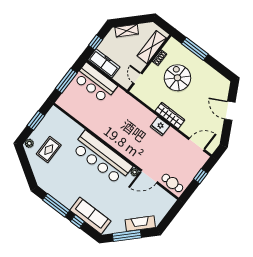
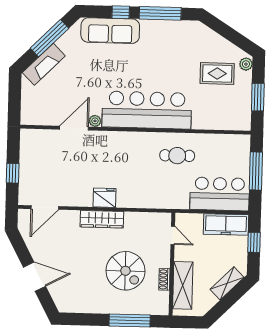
rug: (49, 150) -> (217, 73), turned 90
cafe table: (172, 183) -> (177, 156), moved

